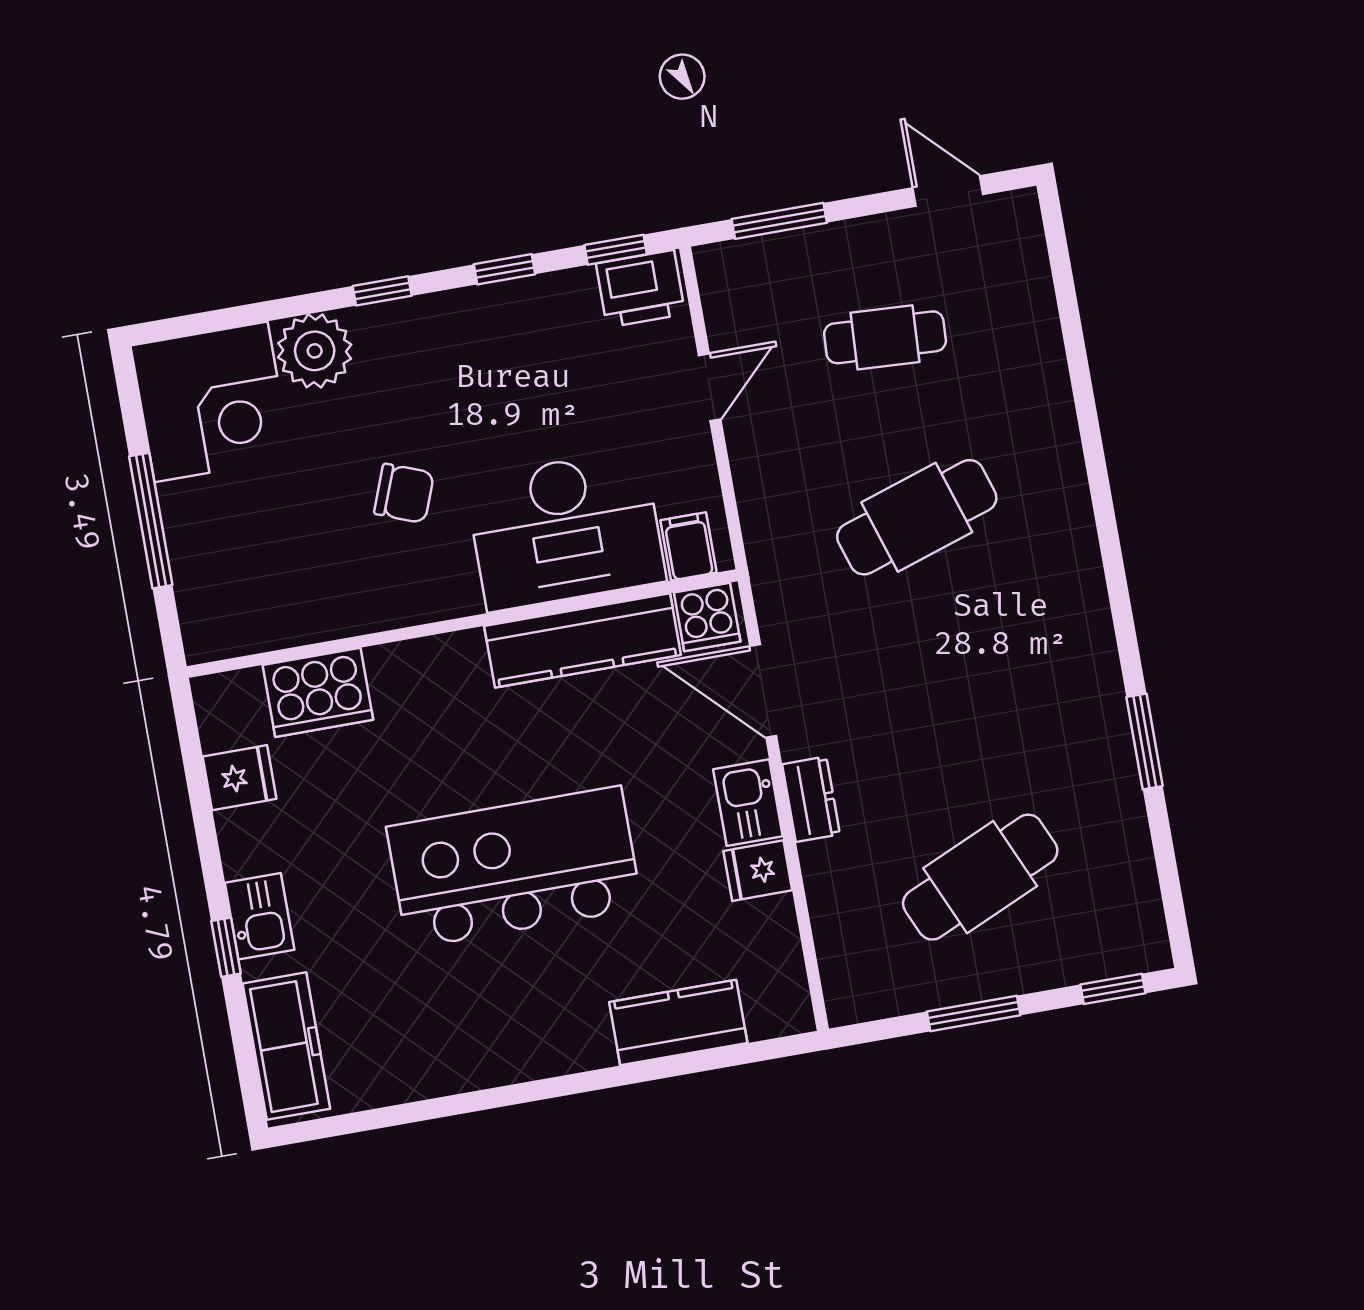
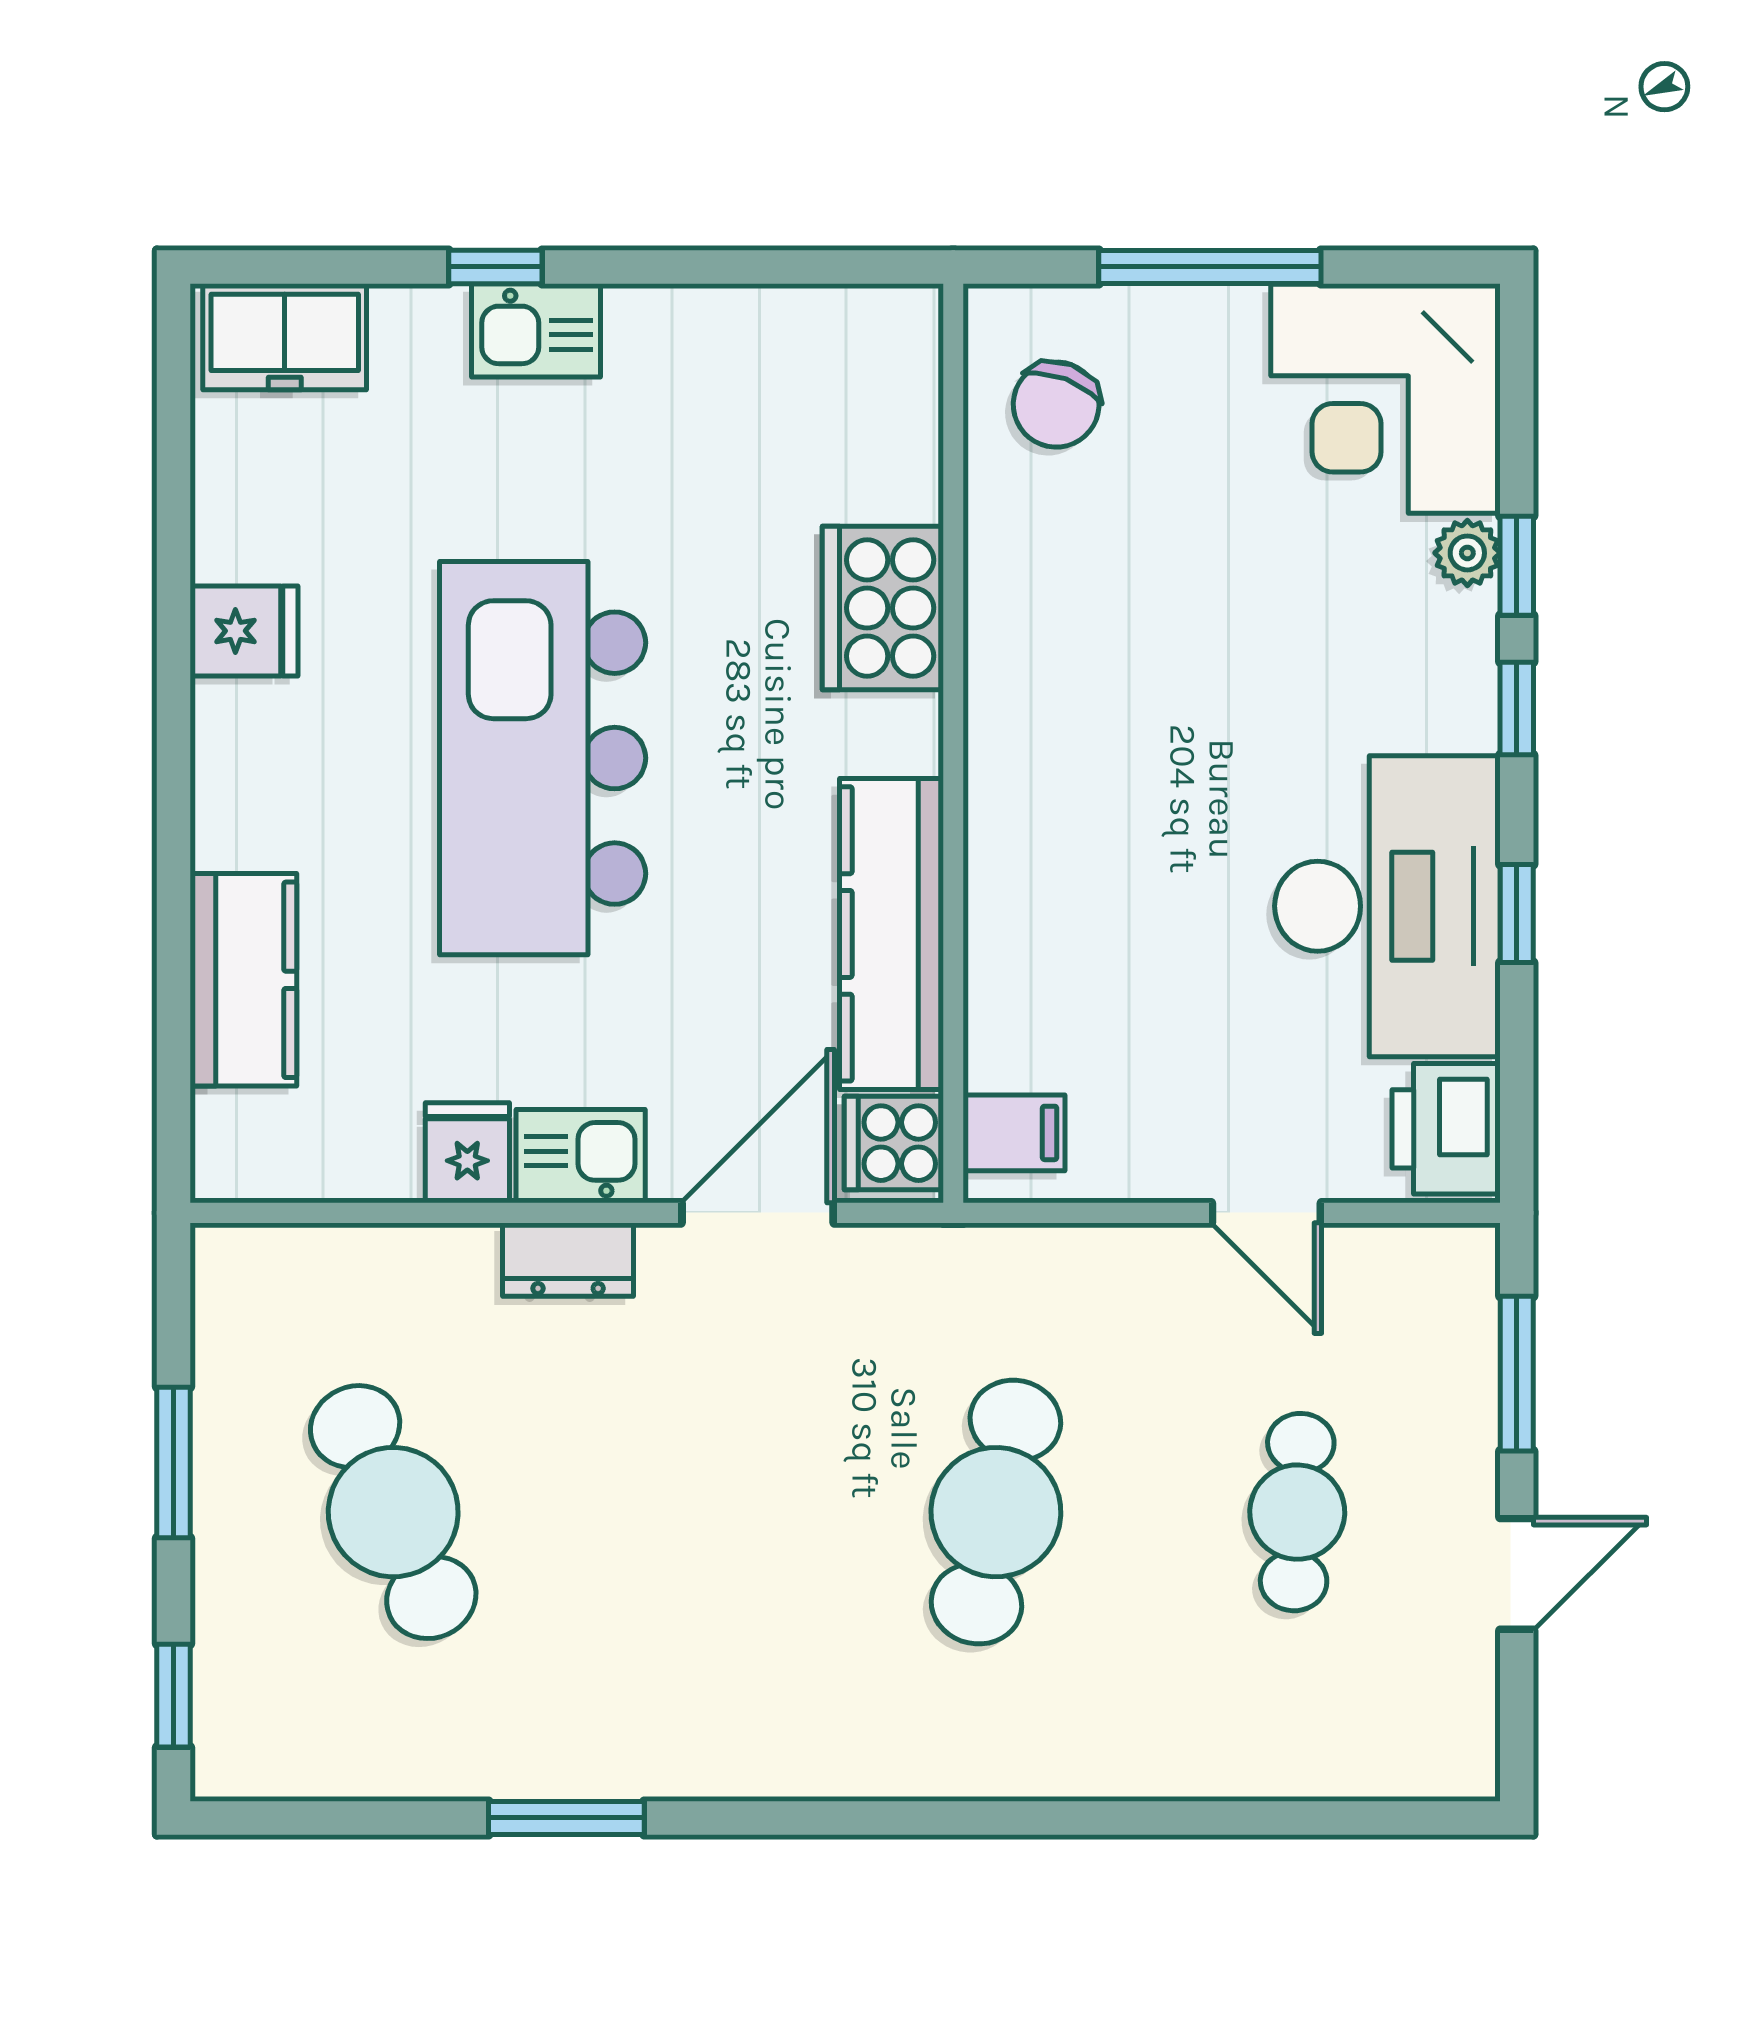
door: (948, 191) -> (1517, 1574), moved
window: (616, 250) -> (1517, 566), moved
plant: (315, 351) -> (1467, 553), width x0.53, depth x0.53
chair: (404, 493) -> (1056, 405), moved
cafe table: (917, 517) -> (996, 1512), turned 30
desk: (565, 530) -> (1387, 906), moved, turned 180
cooker: (318, 692) -> (883, 608), moved
fridge: (240, 778) -> (244, 631), moved, turned -90
kitchen island: (514, 867) -> (543, 758), turned 180
freezer: (286, 1046) -> (285, 337), width x0.71

